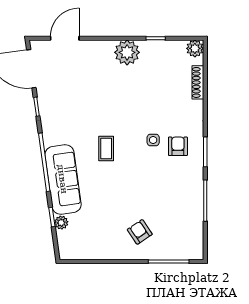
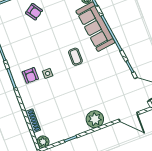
door: (65, 38) -> (128, 117), hinge flipped
plant: (127, 52) -> (95, 119), moved

